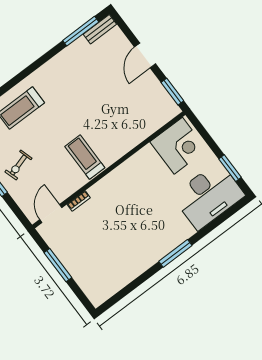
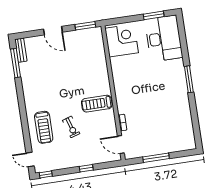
exercise bike: (18, 165) -> (71, 127), moved

